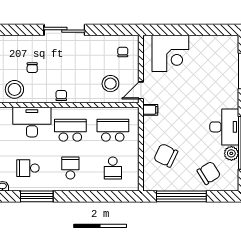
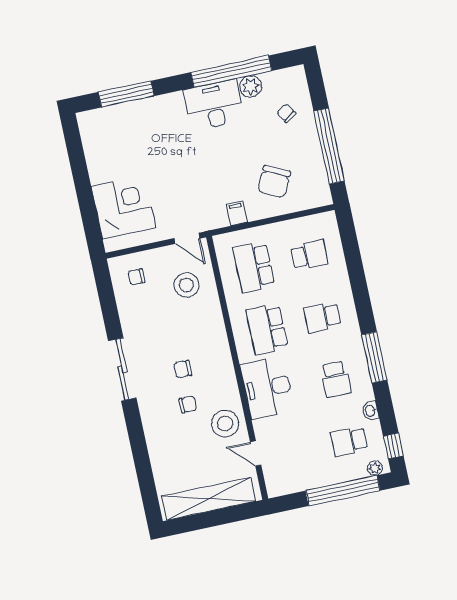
chair: (61, 96) -> (183, 369), moved
filing cabinet: (150, 110) -> (237, 213), moved
chair: (209, 173) -> (286, 113), width x0.54, depth x0.54

